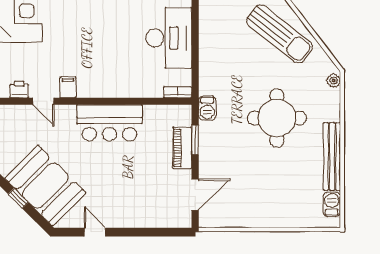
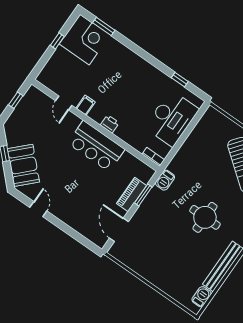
printer: (19, 89) -> (110, 124), moved
round table: (277, 118) -> (205, 217), width x0.73, depth x0.73
booth: (45, 186) -> (23, 165), width x0.73, depth x0.70
door: (195, 195) -> (119, 230), swing flipped

